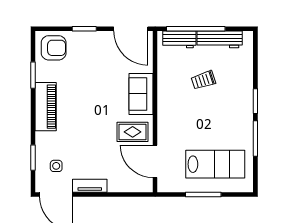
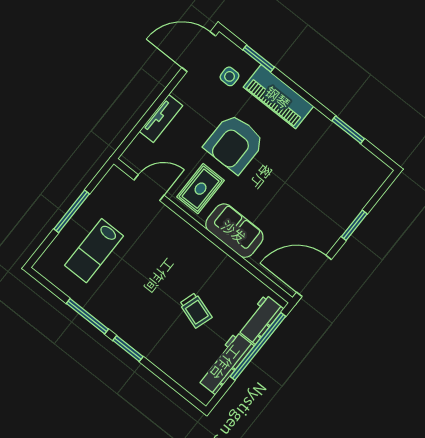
armchair: (54, 48) -> (234, 143), moved, width x1.36, depth x1.36
trolley: (203, 80) -> (196, 310), turned 126
piano: (46, 107) -> (278, 97), moved
door: (155, 161) -> (149, 188), width x0.73
lab bench: (215, 164) -> (94, 251), width x0.73, depth x0.72
tv unit: (90, 186) -> (161, 118), moved

